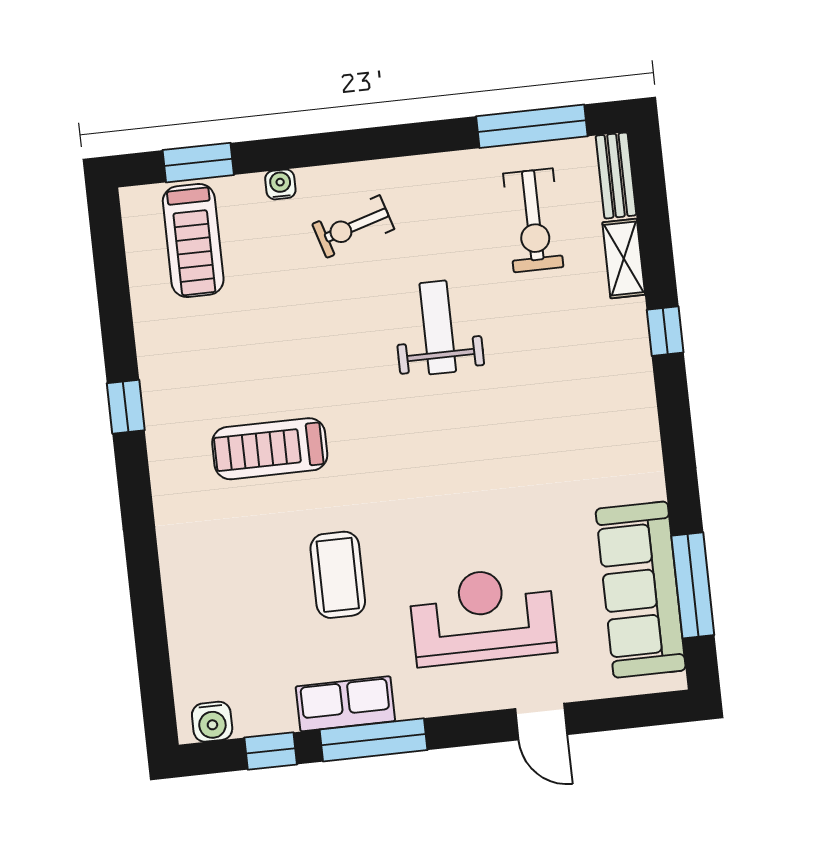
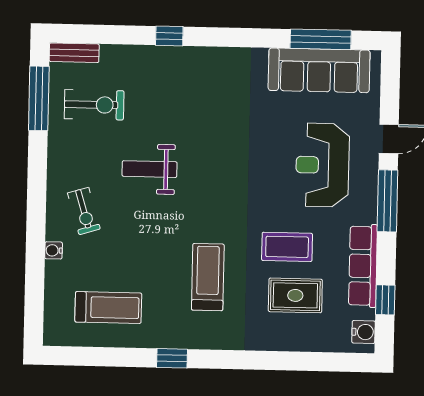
window: (198, 163) -> (34, 297), removed
treadmill: (193, 240) -> (108, 307), moved
shelving: (624, 259) -> (124, 55), removed
treadmill: (270, 449) -> (208, 277), turned 180
rug: (258, 599) -> (295, 295), added
row of seats: (345, 704) -> (363, 266), width x1.48
window: (373, 740) -> (387, 201), moved

